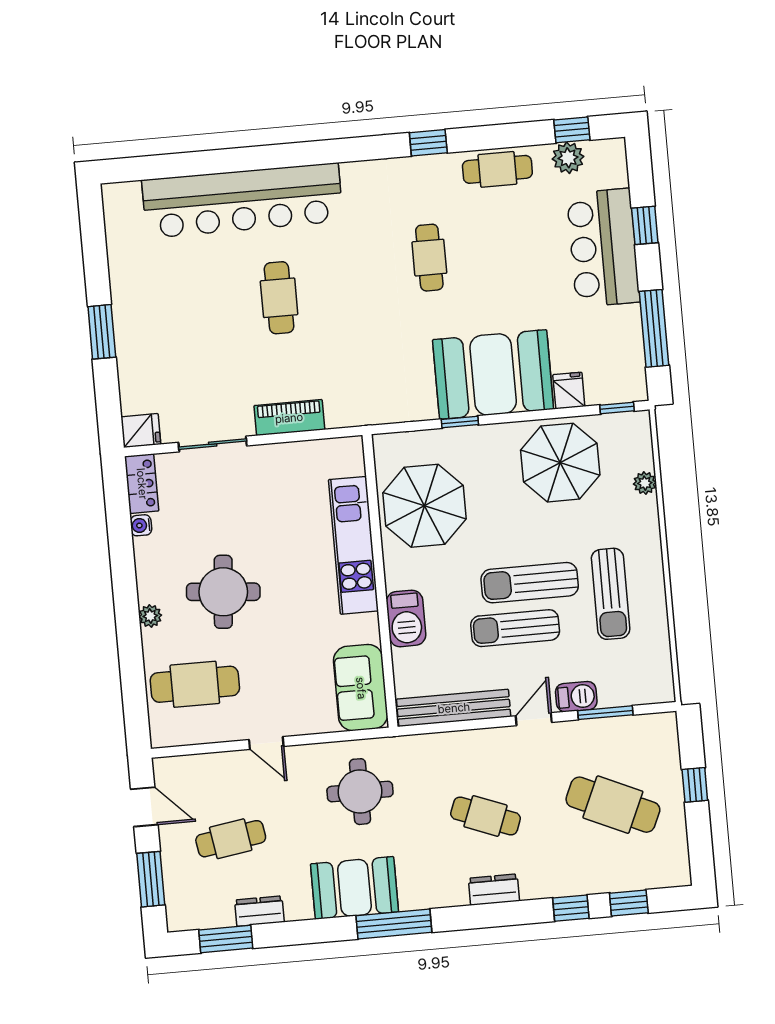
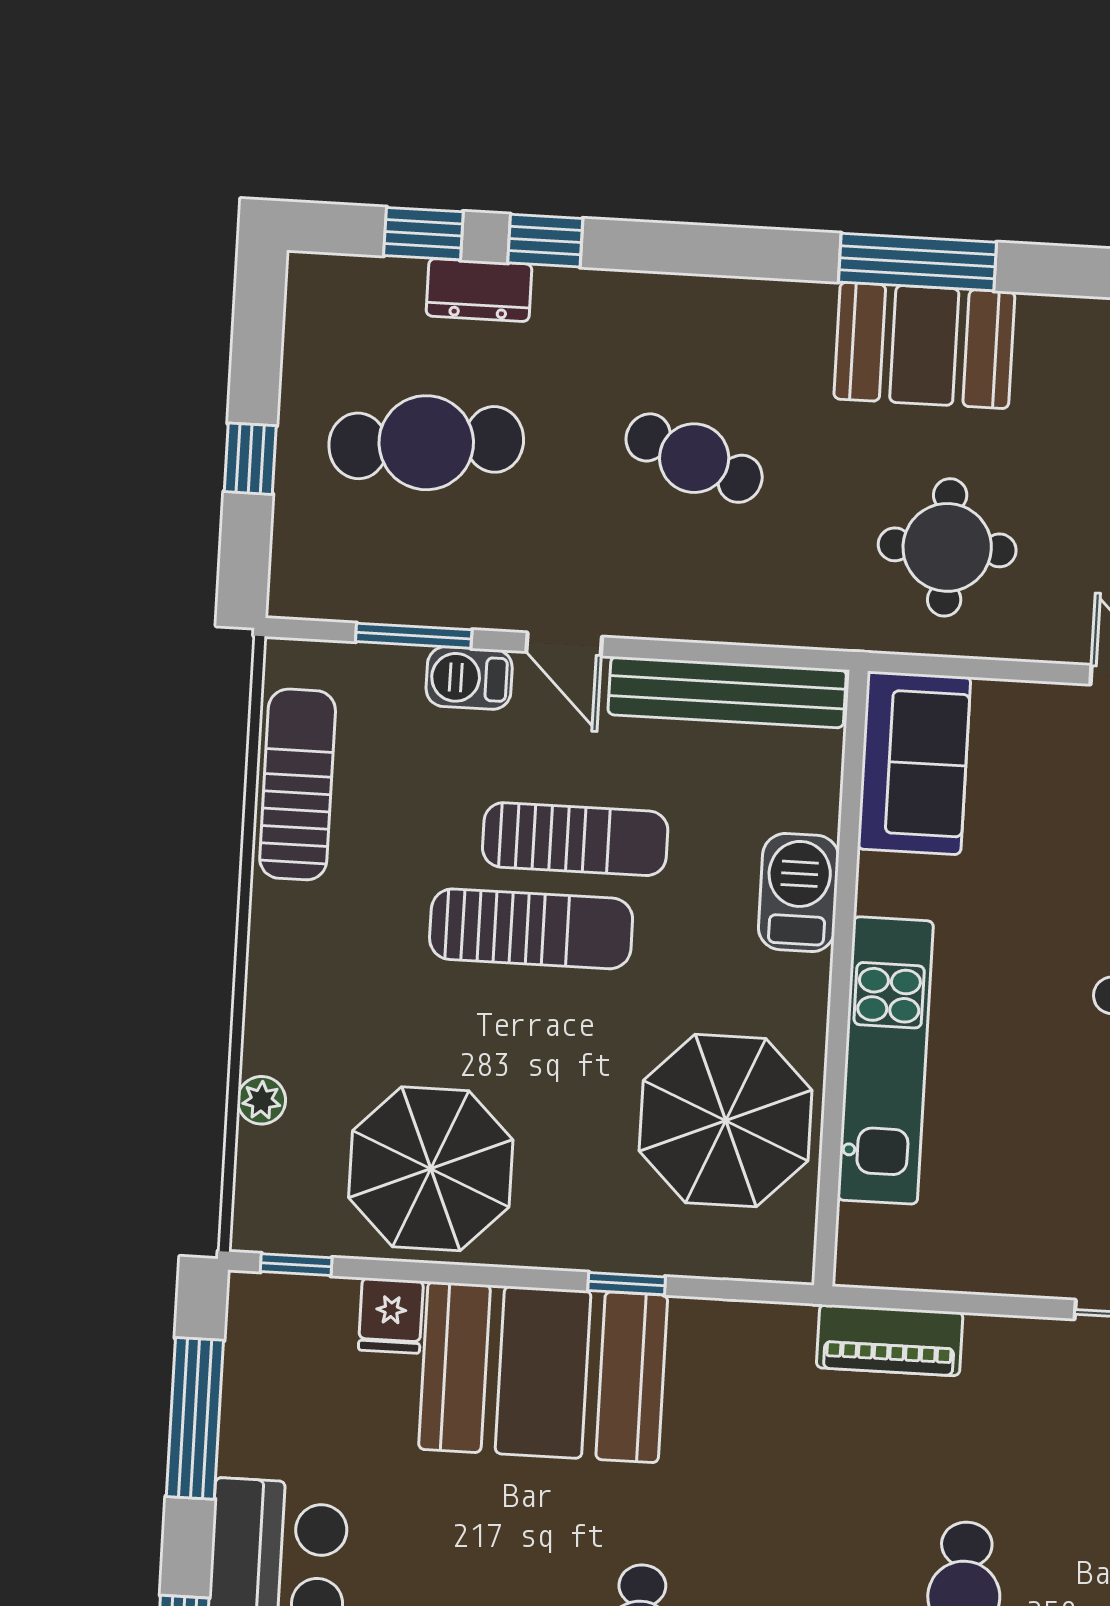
piano: (289, 418) -> (890, 1340), moved
sun lounger: (611, 594) -> (298, 784), moved
door: (534, 719) -> (564, 644), hinge flipped
cafe table: (613, 805) -> (426, 443), turned -30
booth: (354, 888) -> (924, 345), moved
dresser: (494, 890) -> (479, 290), moved

